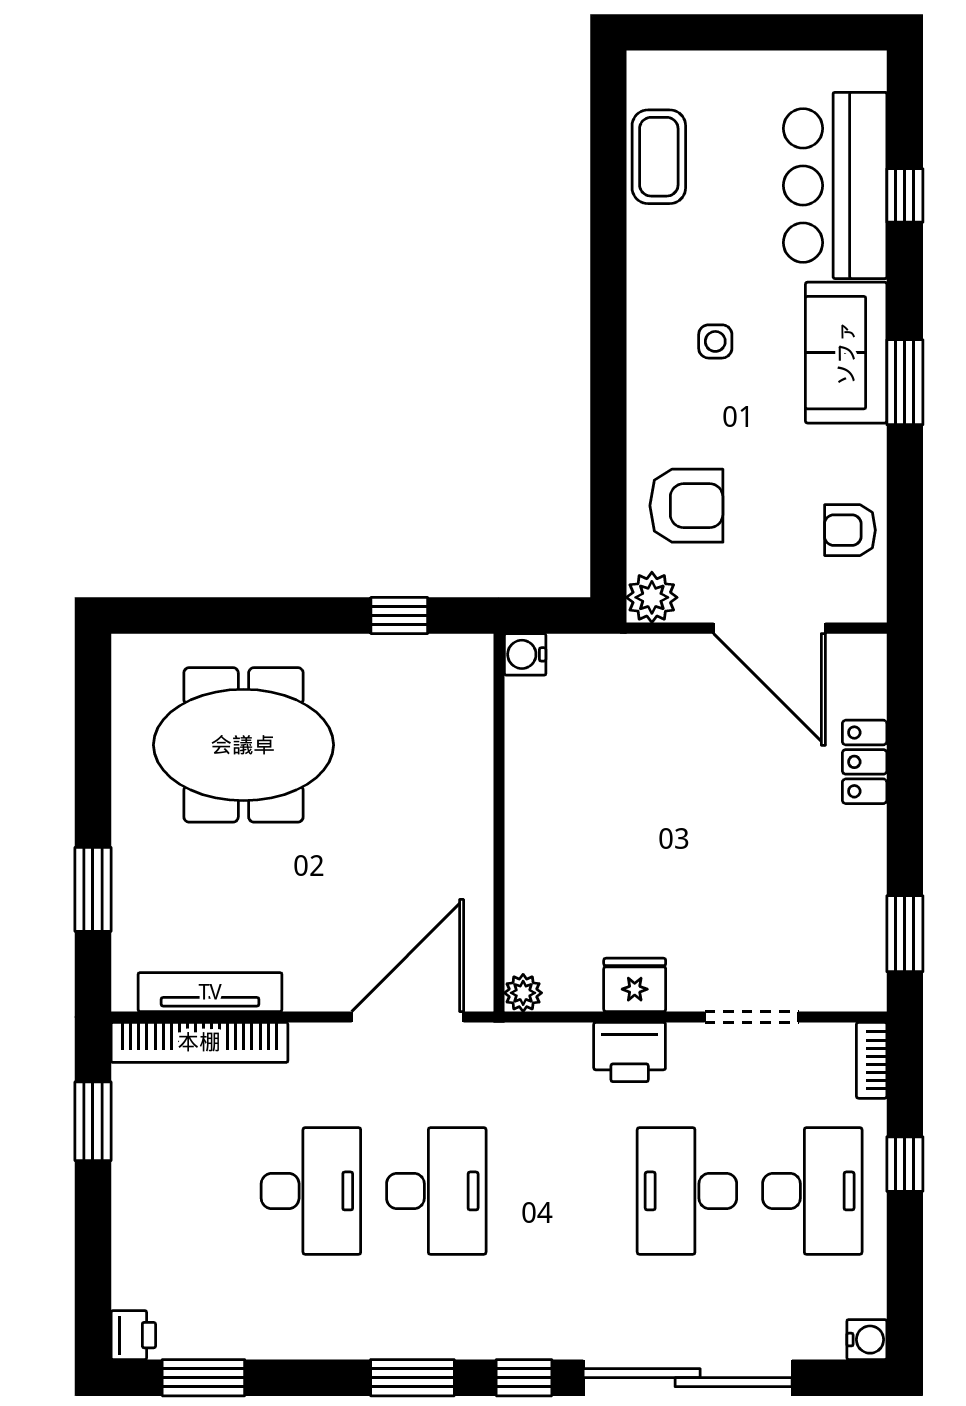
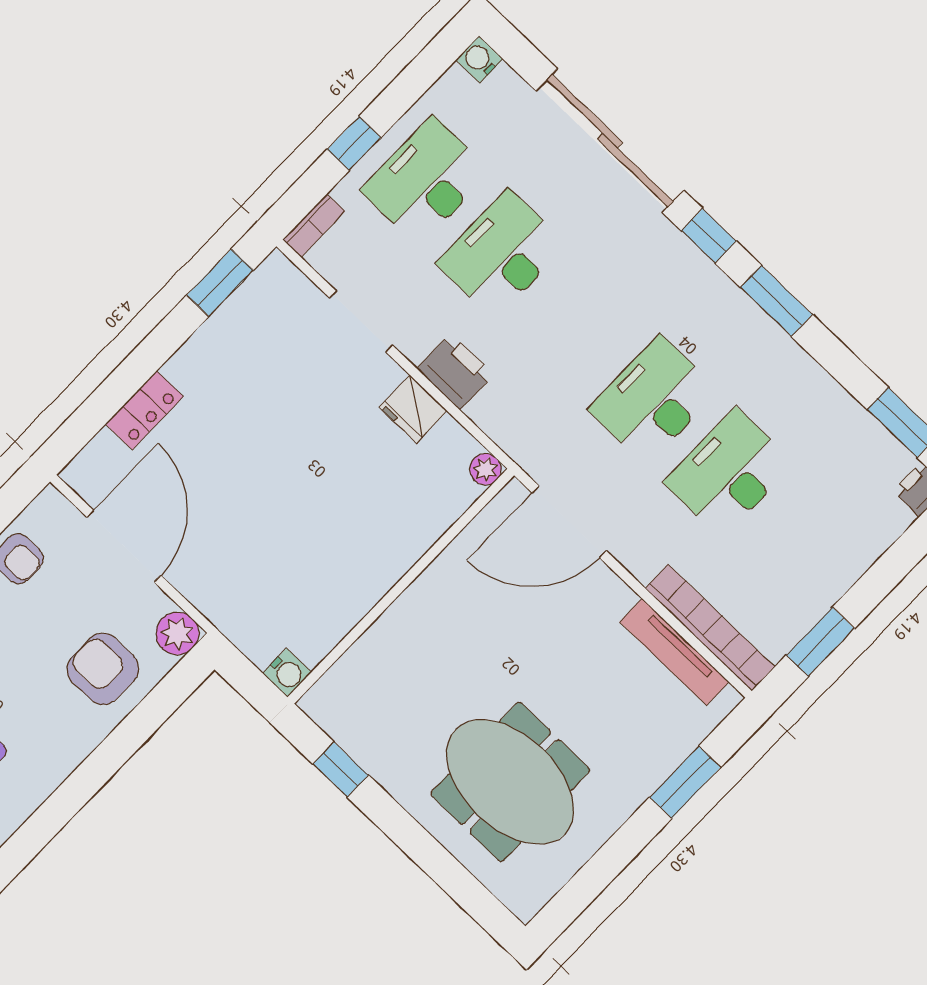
desk: (687, 1191) -> (502, 254), turned 180

